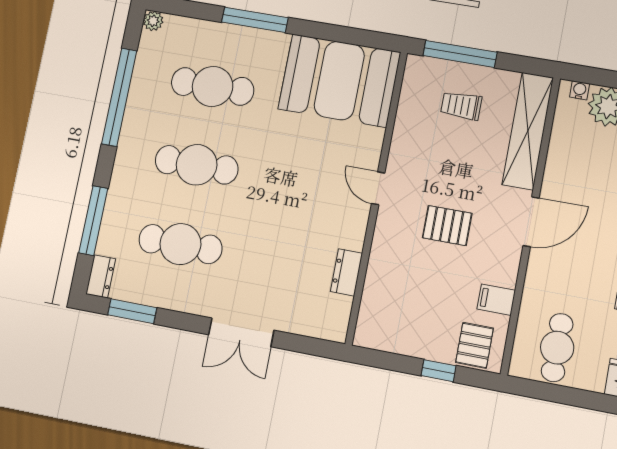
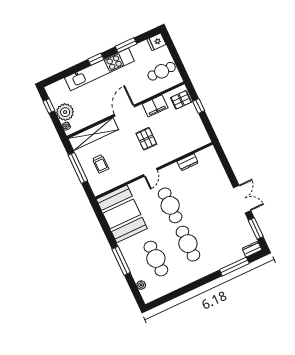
plant: (153, 21) -> (141, 285), moved
window: (460, 54) -> (78, 168), moved
window: (119, 97) -> (184, 290), removed
door: (531, 222) -> (124, 111), hinge flipped
cafe table: (180, 244) -> (170, 205), moved
filing cabinet: (496, 300) -> (155, 106), width x2.00
double door: (241, 332) -> (242, 199), moved

